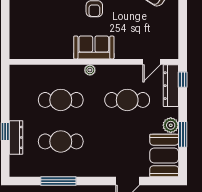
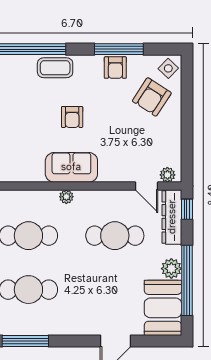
plant: (168, 53) -> (167, 175), added
door: (152, 62) -> (147, 186), hinge flipped
window: (183, 134) -> (187, 280), width x2.11

